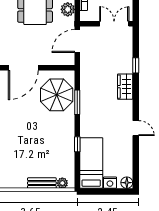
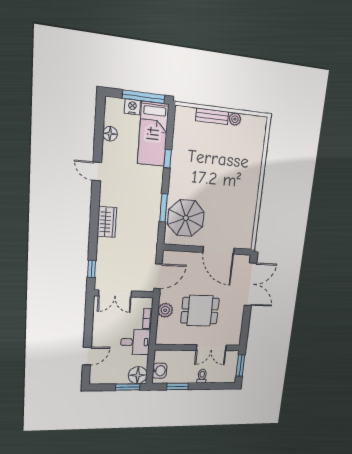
window: (136, 65) -> (92, 269), moved
door: (23, 68) -> (219, 250), swing flipped
plant: (62, 183) -> (235, 119), moved
floor lamp: (127, 183) -> (110, 134), moved
window: (101, 192) -> (144, 97), added

